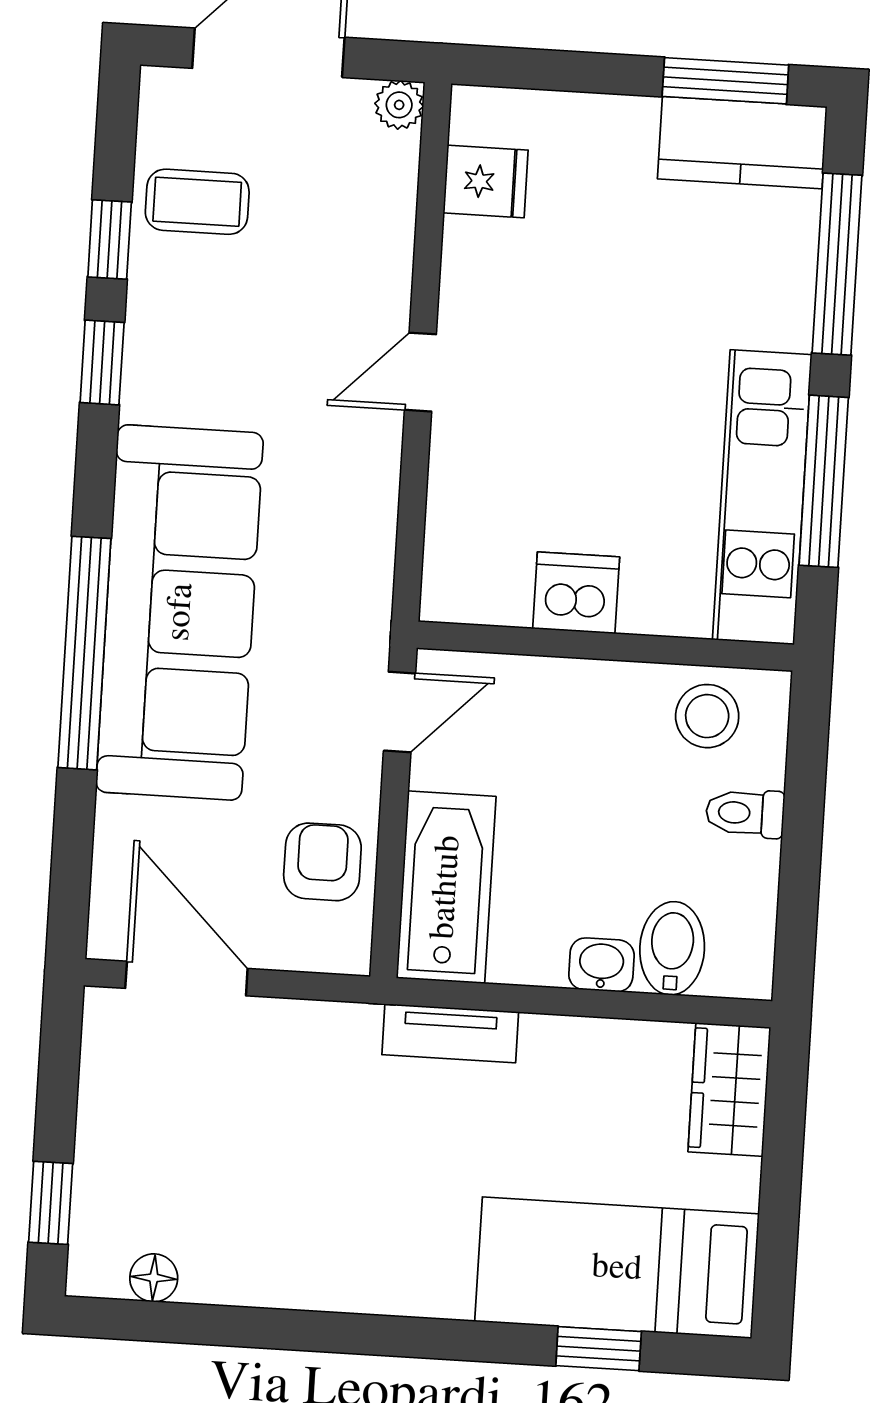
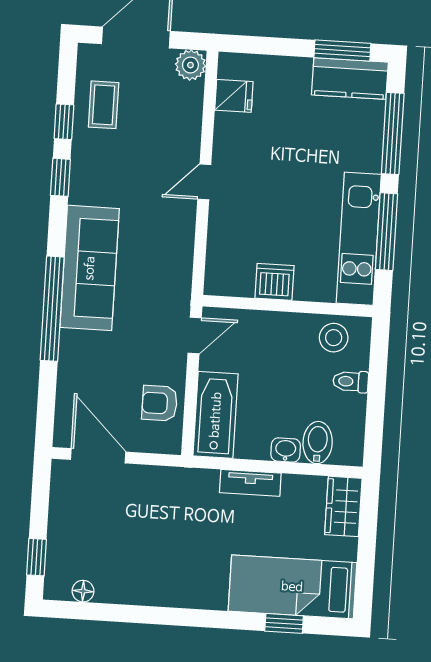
plant: (399, 105) -> (190, 65), width x1.38, depth x1.38
coffee table: (197, 202) -> (104, 105), turned 90
sofa: (180, 612) -> (90, 268), width x0.74, depth x0.79
armchair: (322, 862) -> (160, 403), turned -90
tv unit: (450, 1033) -> (250, 483), moved

